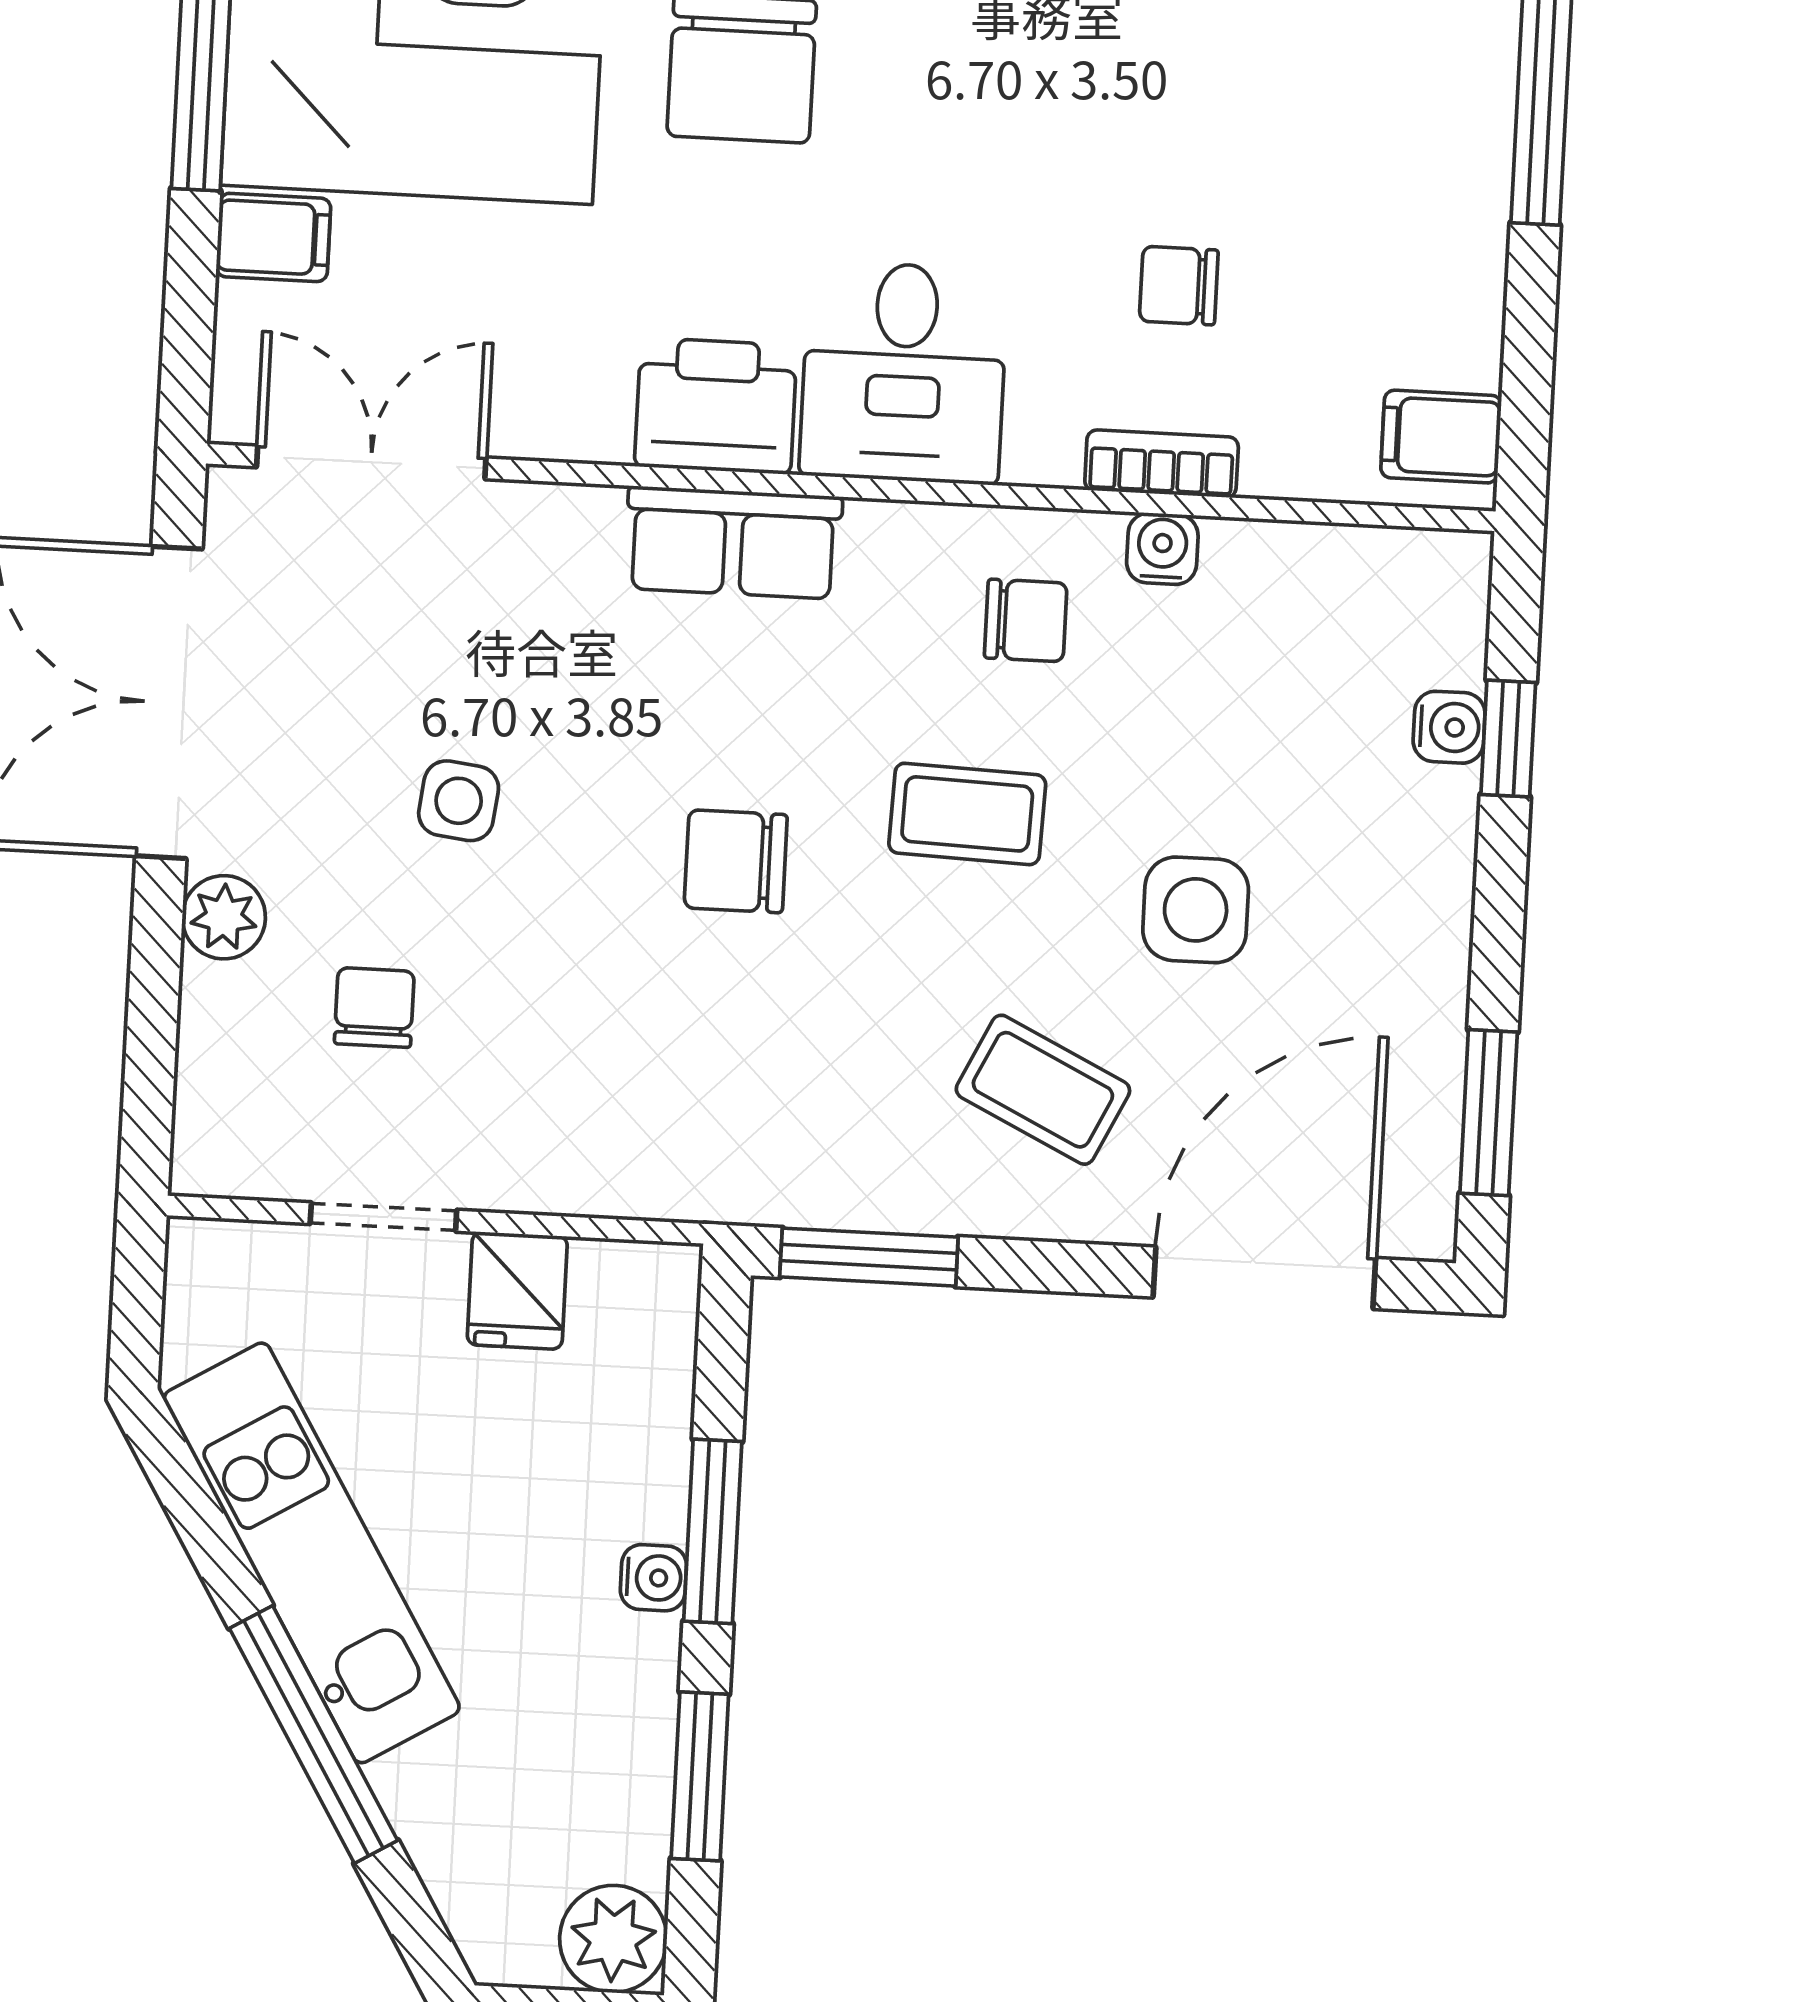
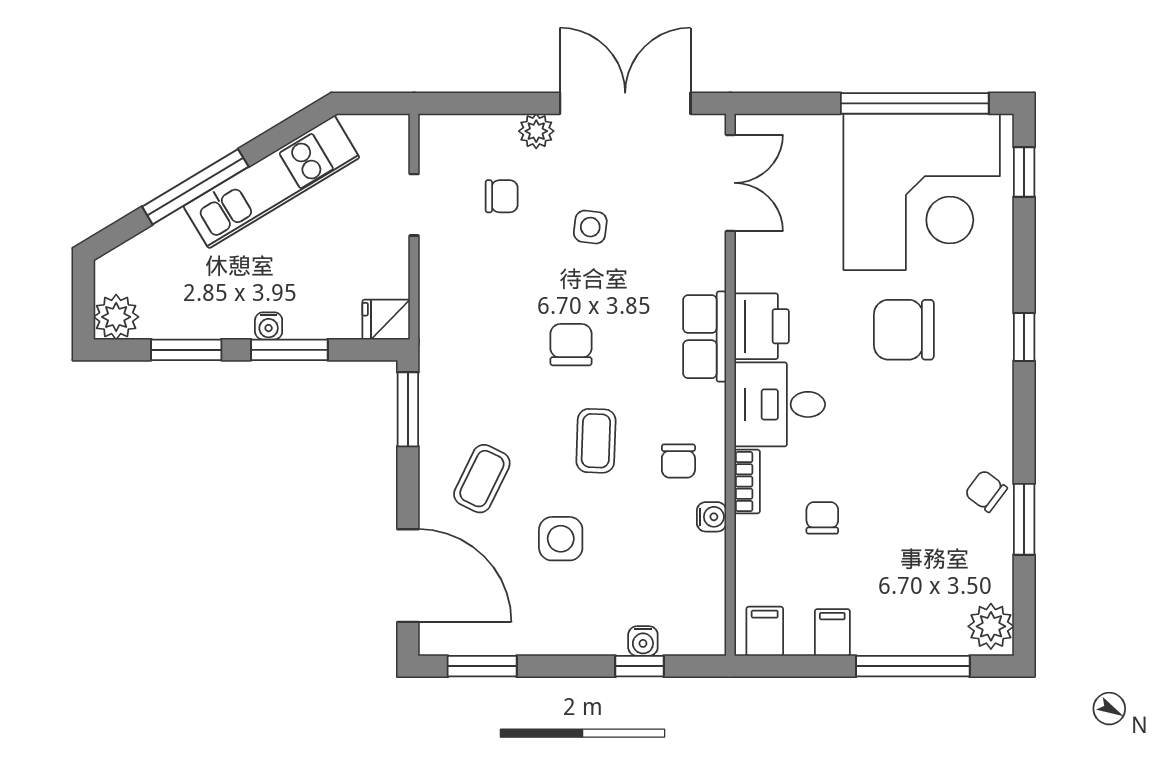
filing cabinet: (273, 237) -> (832, 632), moved, turned 180
bookcase: (1162, 464) -> (747, 482), moved
fridge: (517, 1290) -> (386, 320), moved

